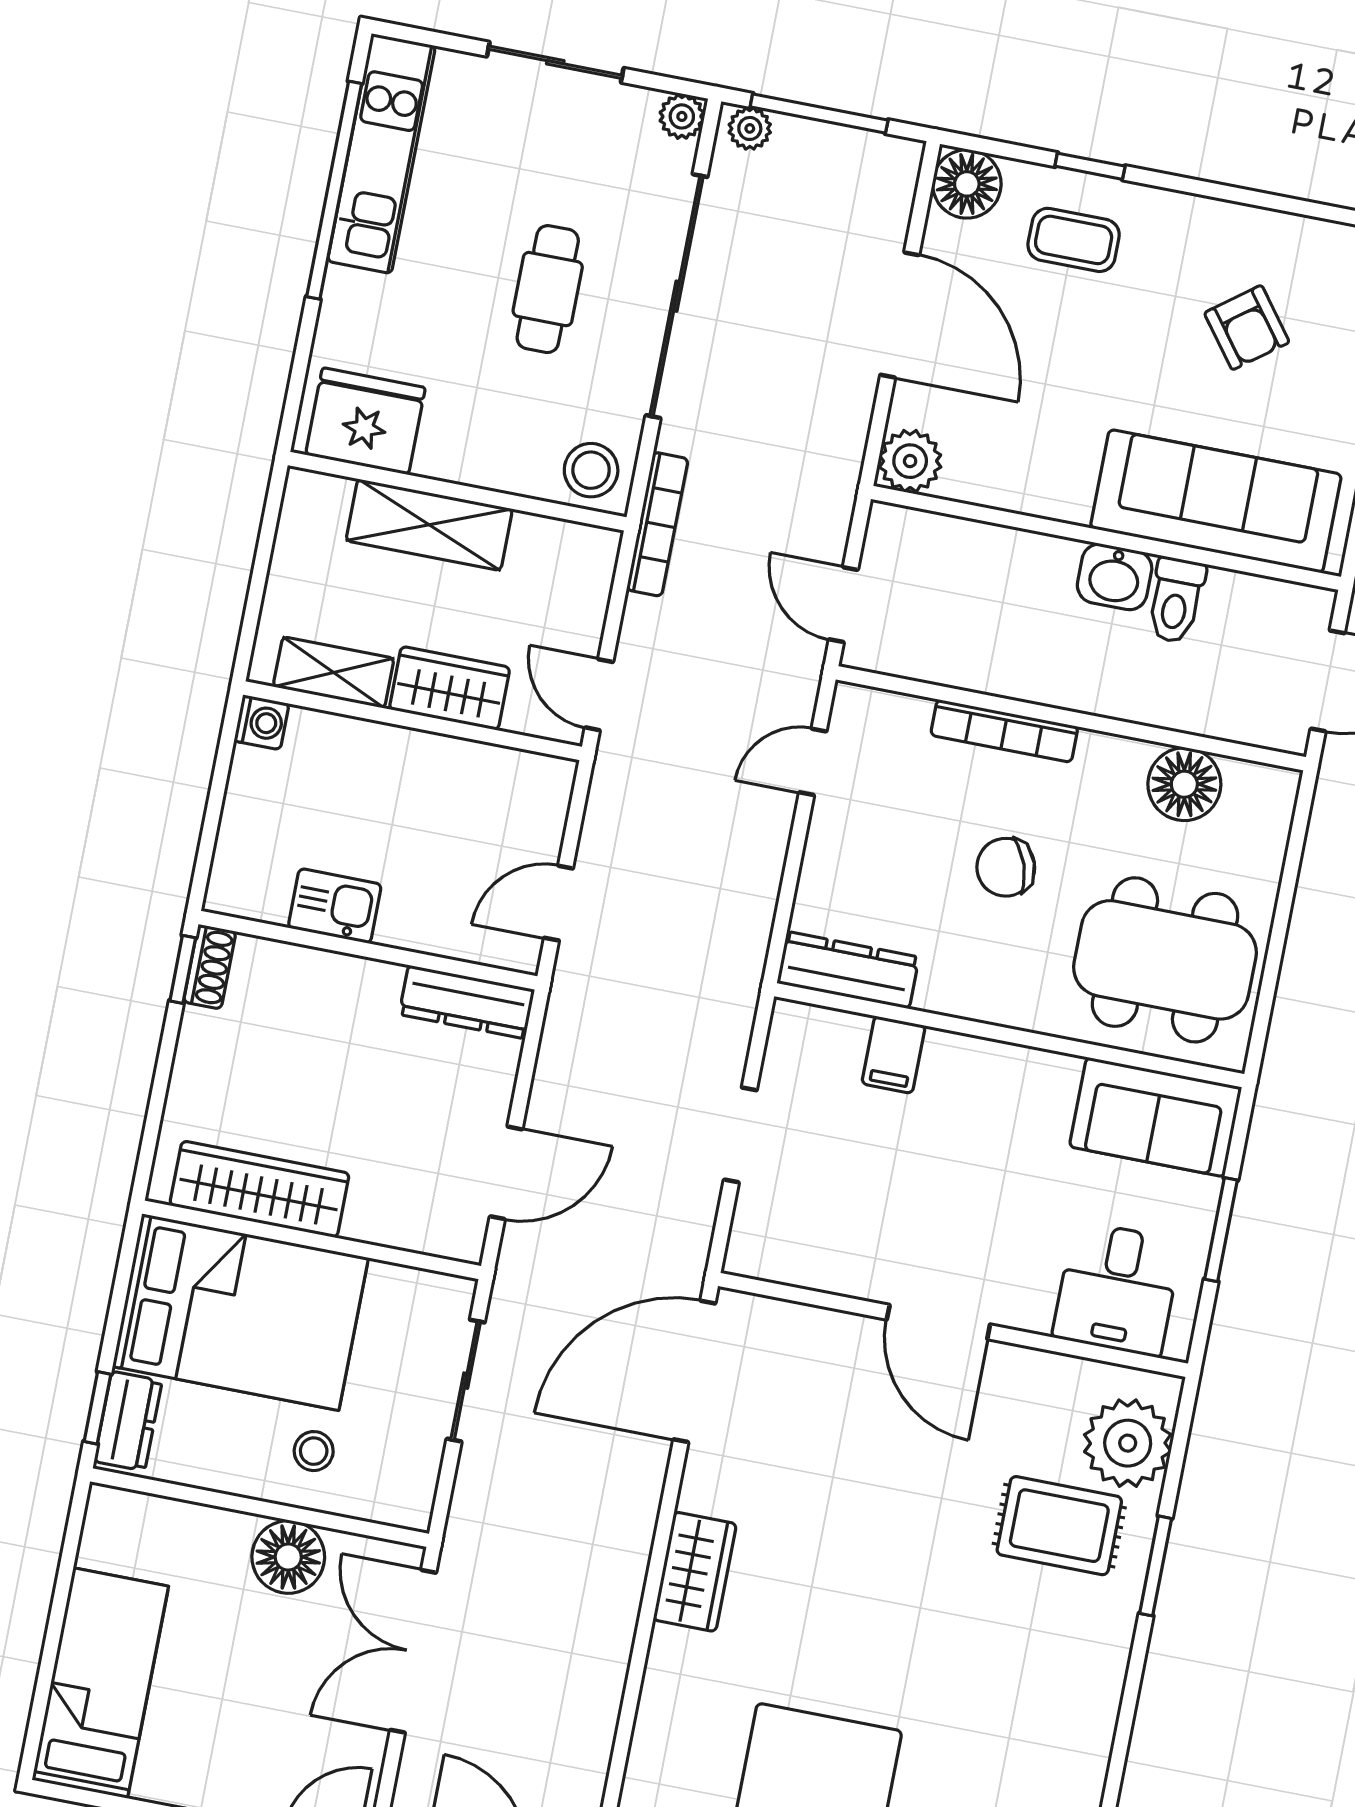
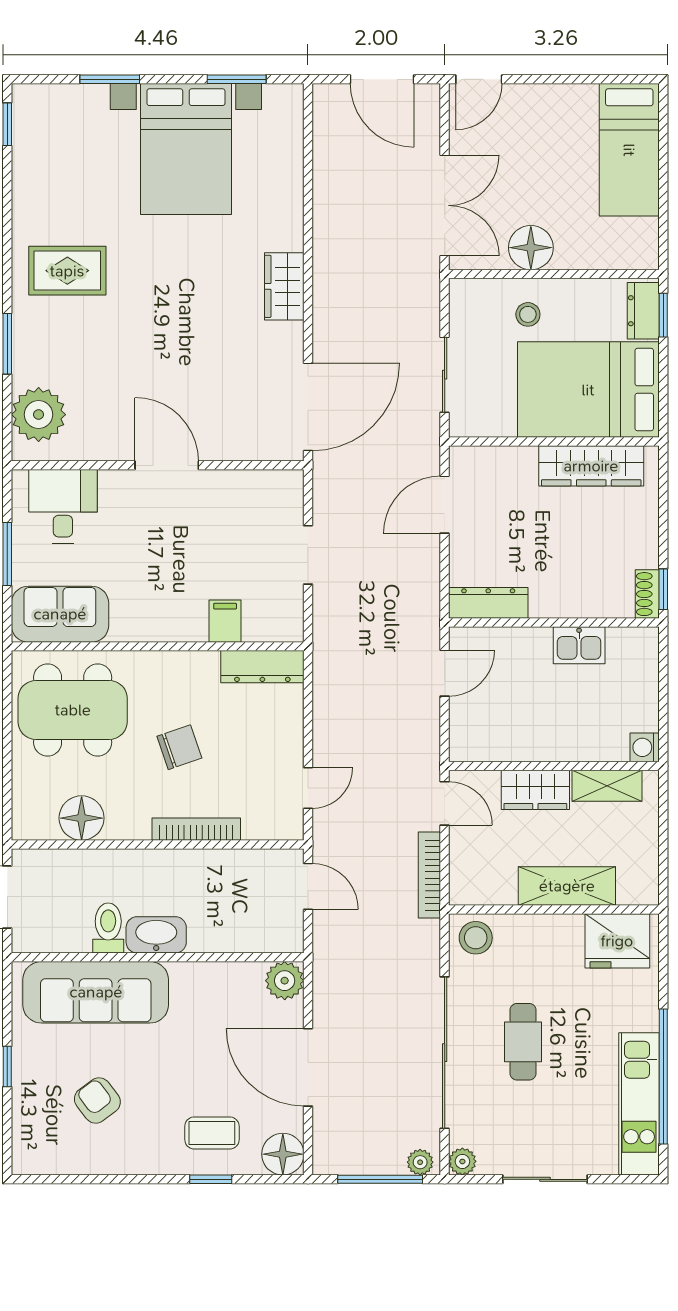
bookcase: (657, 524) -> (429, 875), moved
washbasin: (1115, 577) -> (156, 935), width x1.38
rug: (1059, 1526) -> (67, 271), moved

